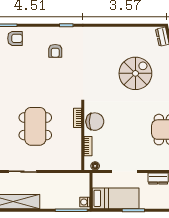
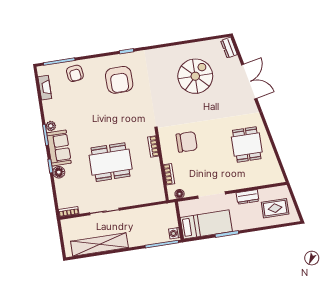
armchair: (15, 38) -> (75, 73), turned 83
armchair: (55, 51) -> (119, 80), width x1.88, depth x1.88
spiral stairs: (135, 73) -> (195, 76), moved
chair: (95, 122) -> (187, 142), moved
dining table: (35, 126) -> (111, 162), turned 90

